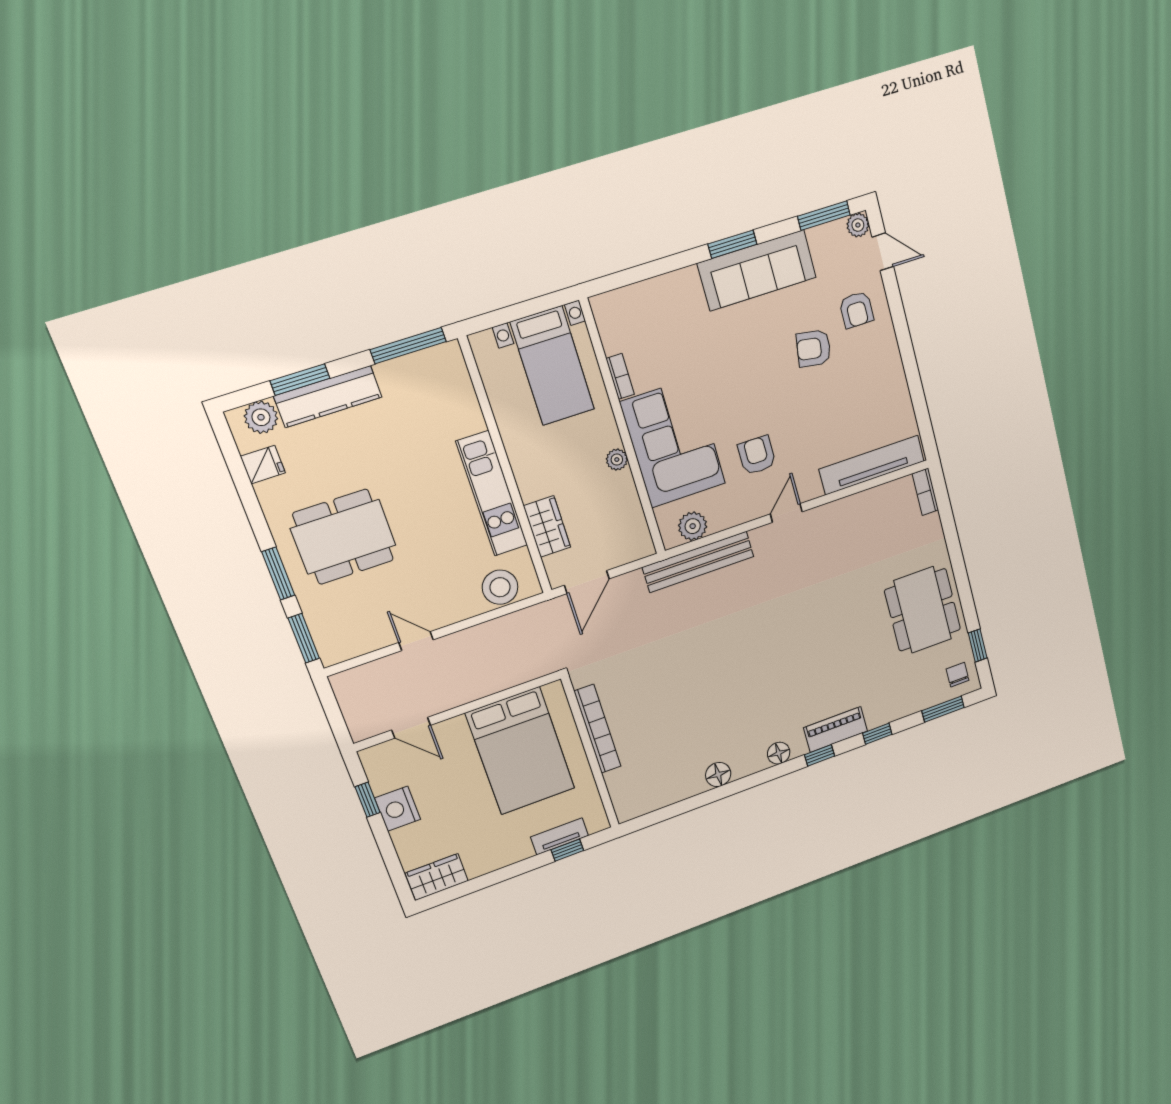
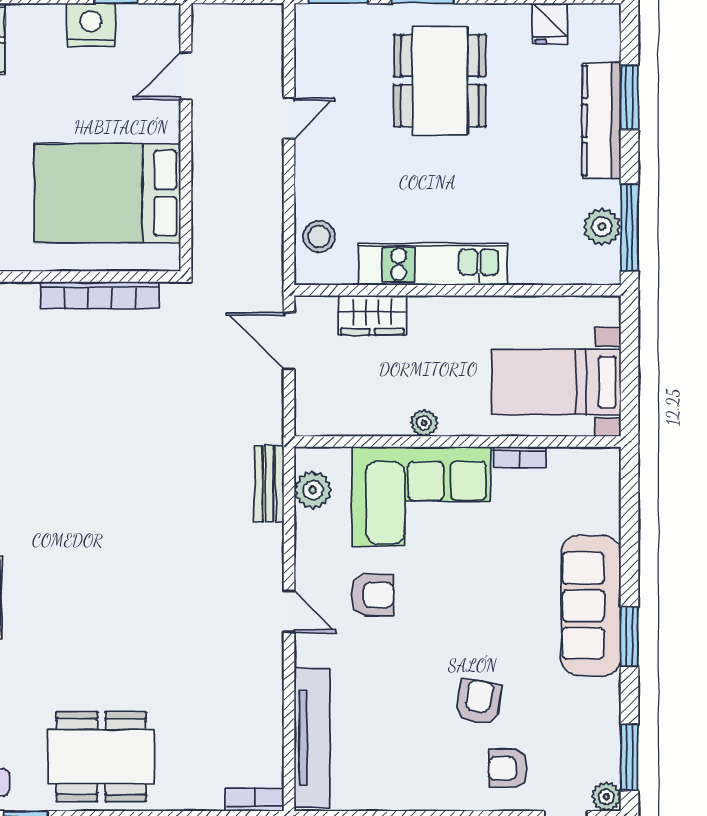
sofa: (757, 270) -> (591, 606), moved
plant: (261, 417) -> (602, 227), moved
bench: (698, 562) -> (269, 484), width x0.54, depth x0.82
stool: (500, 587) -> (319, 237), width x0.73, depth x0.73

